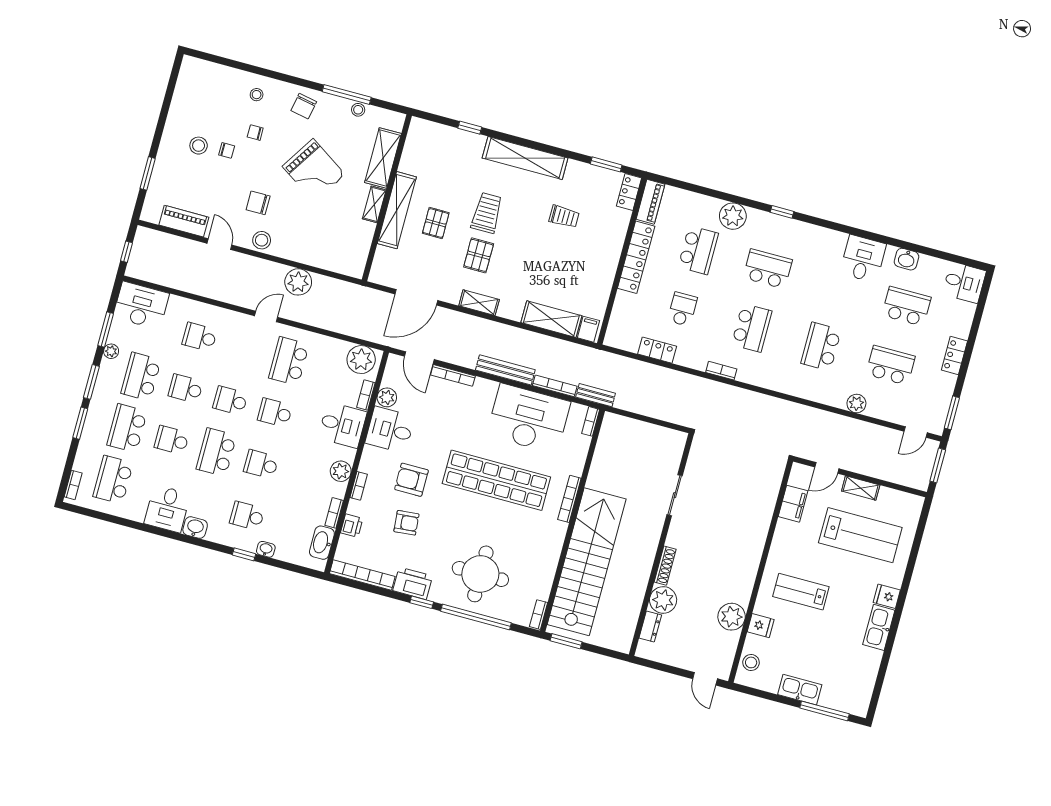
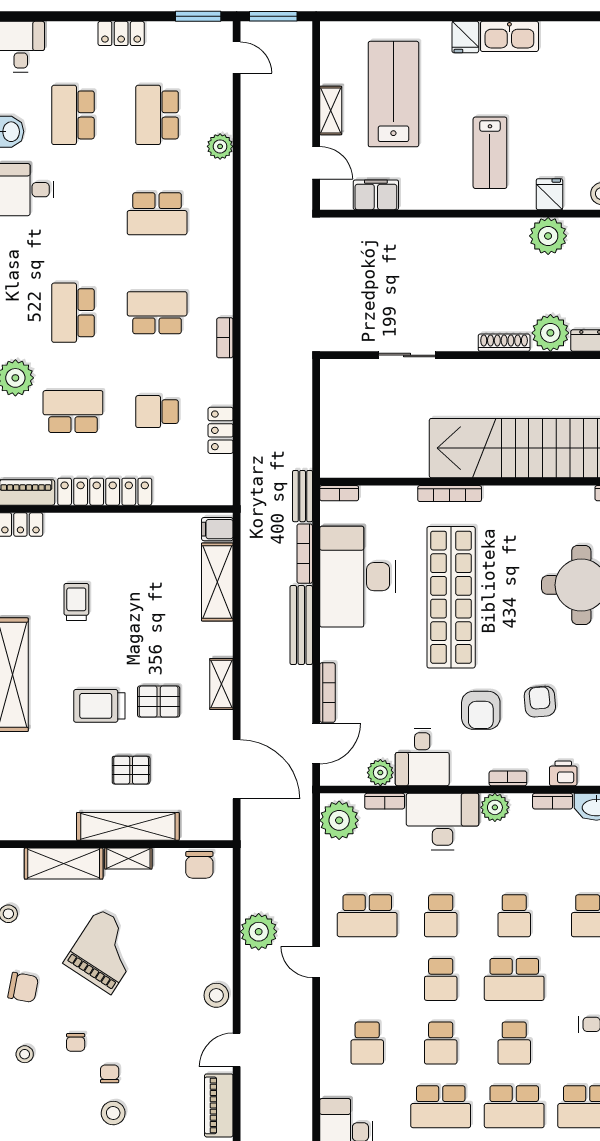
chair: (258, 203) -> (199, 865), moved
desk: (342, 425) -> (443, 822), width x1.37

